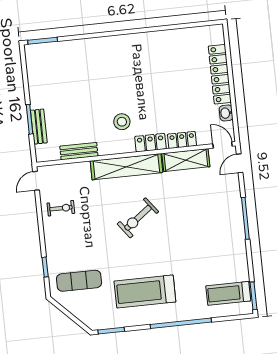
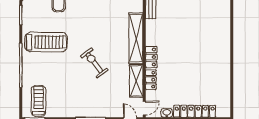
stool: (122, 122) -> (168, 38), removed
exercise bike: (138, 218) -> (94, 63), moved
treadmill: (145, 291) -> (46, 42), turned 90

